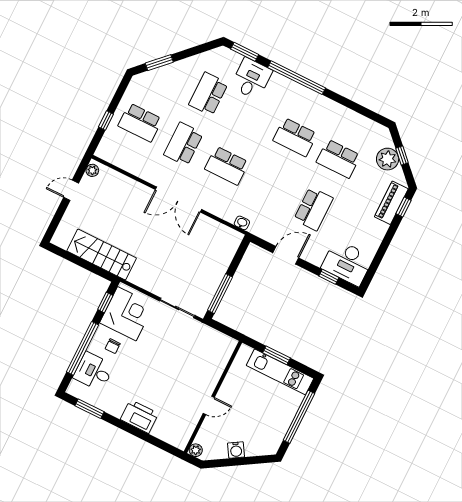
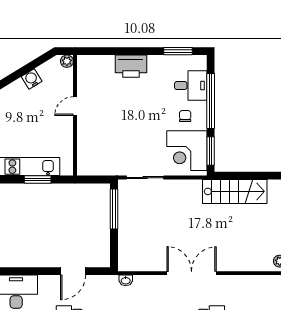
window: (329, 277) -> (26, 271), removed
window: (105, 302) -> (211, 151), width x1.50

